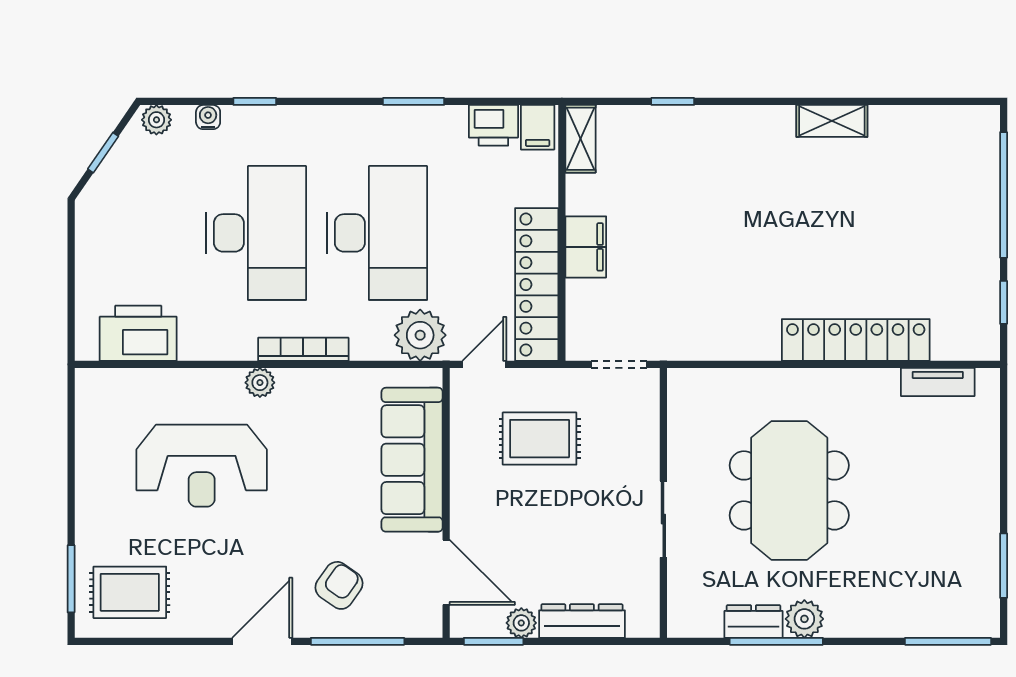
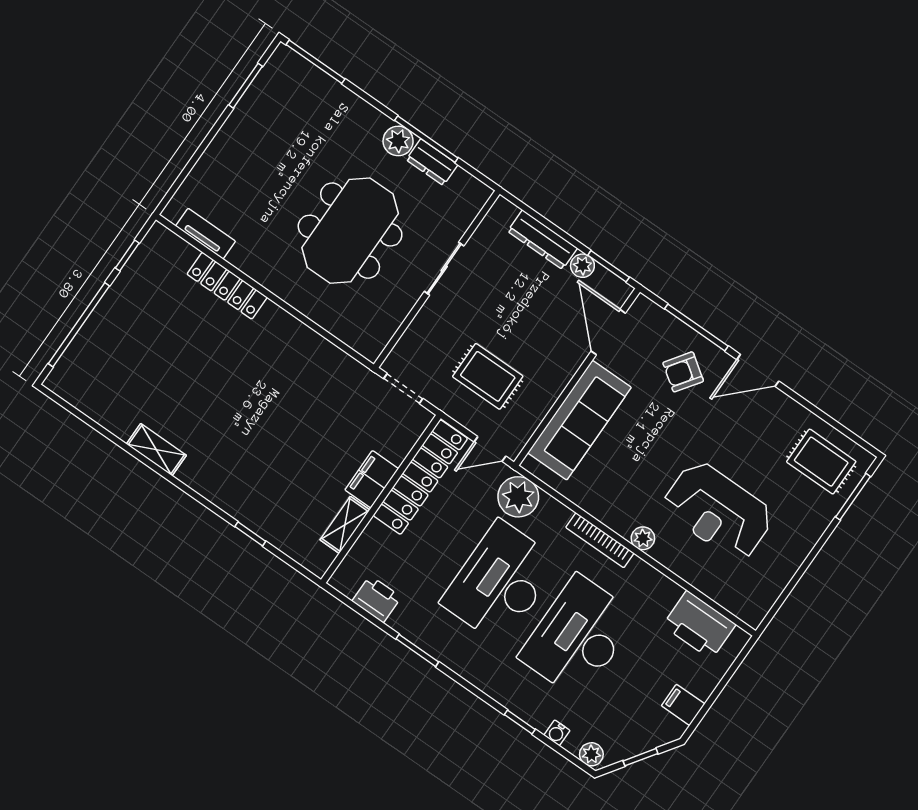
filing cabinet: (538, 127) -> (683, 705), moved, turned -90
shelving: (581, 139) -> (345, 525), moved
locker: (856, 340) -> (227, 286), width x0.71, depth x0.83
reception desk: (202, 466) -> (718, 511), turned 180

